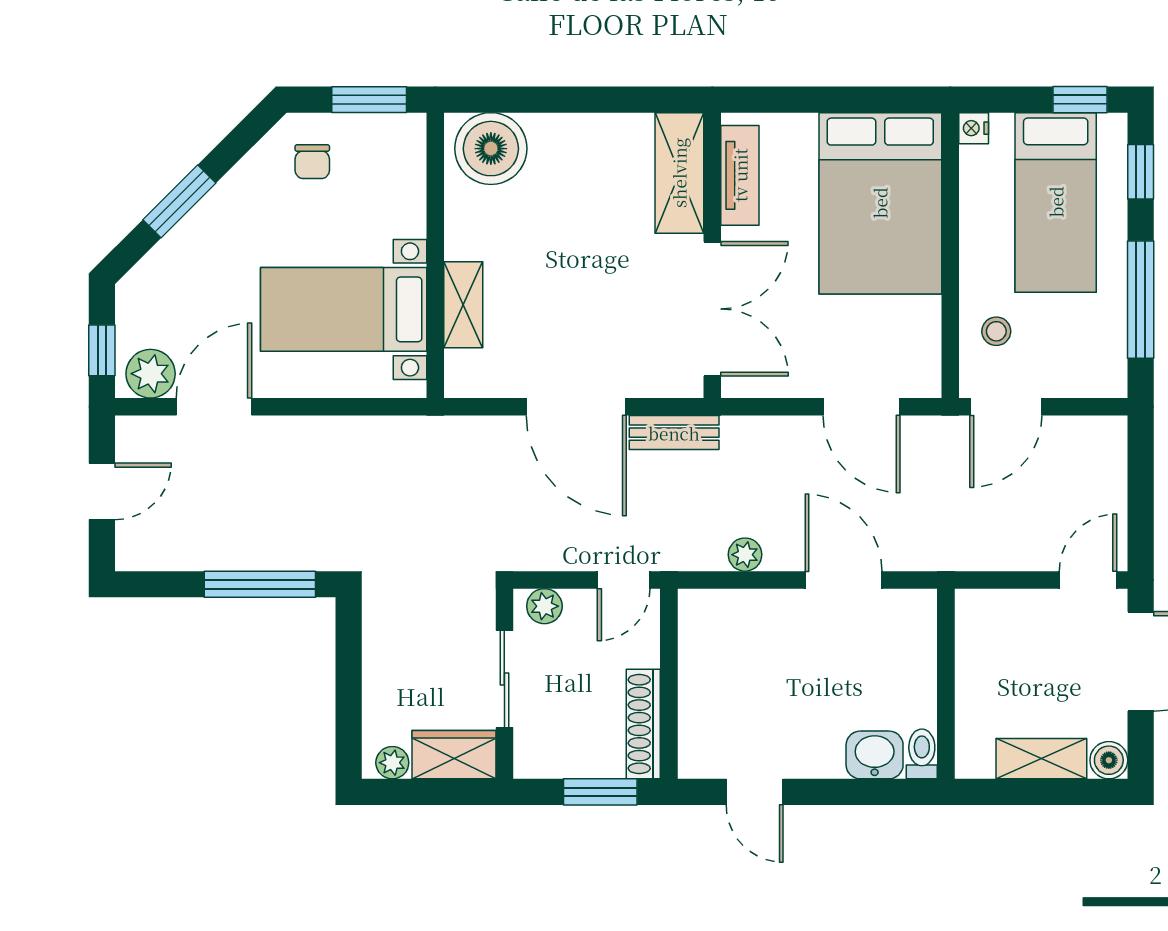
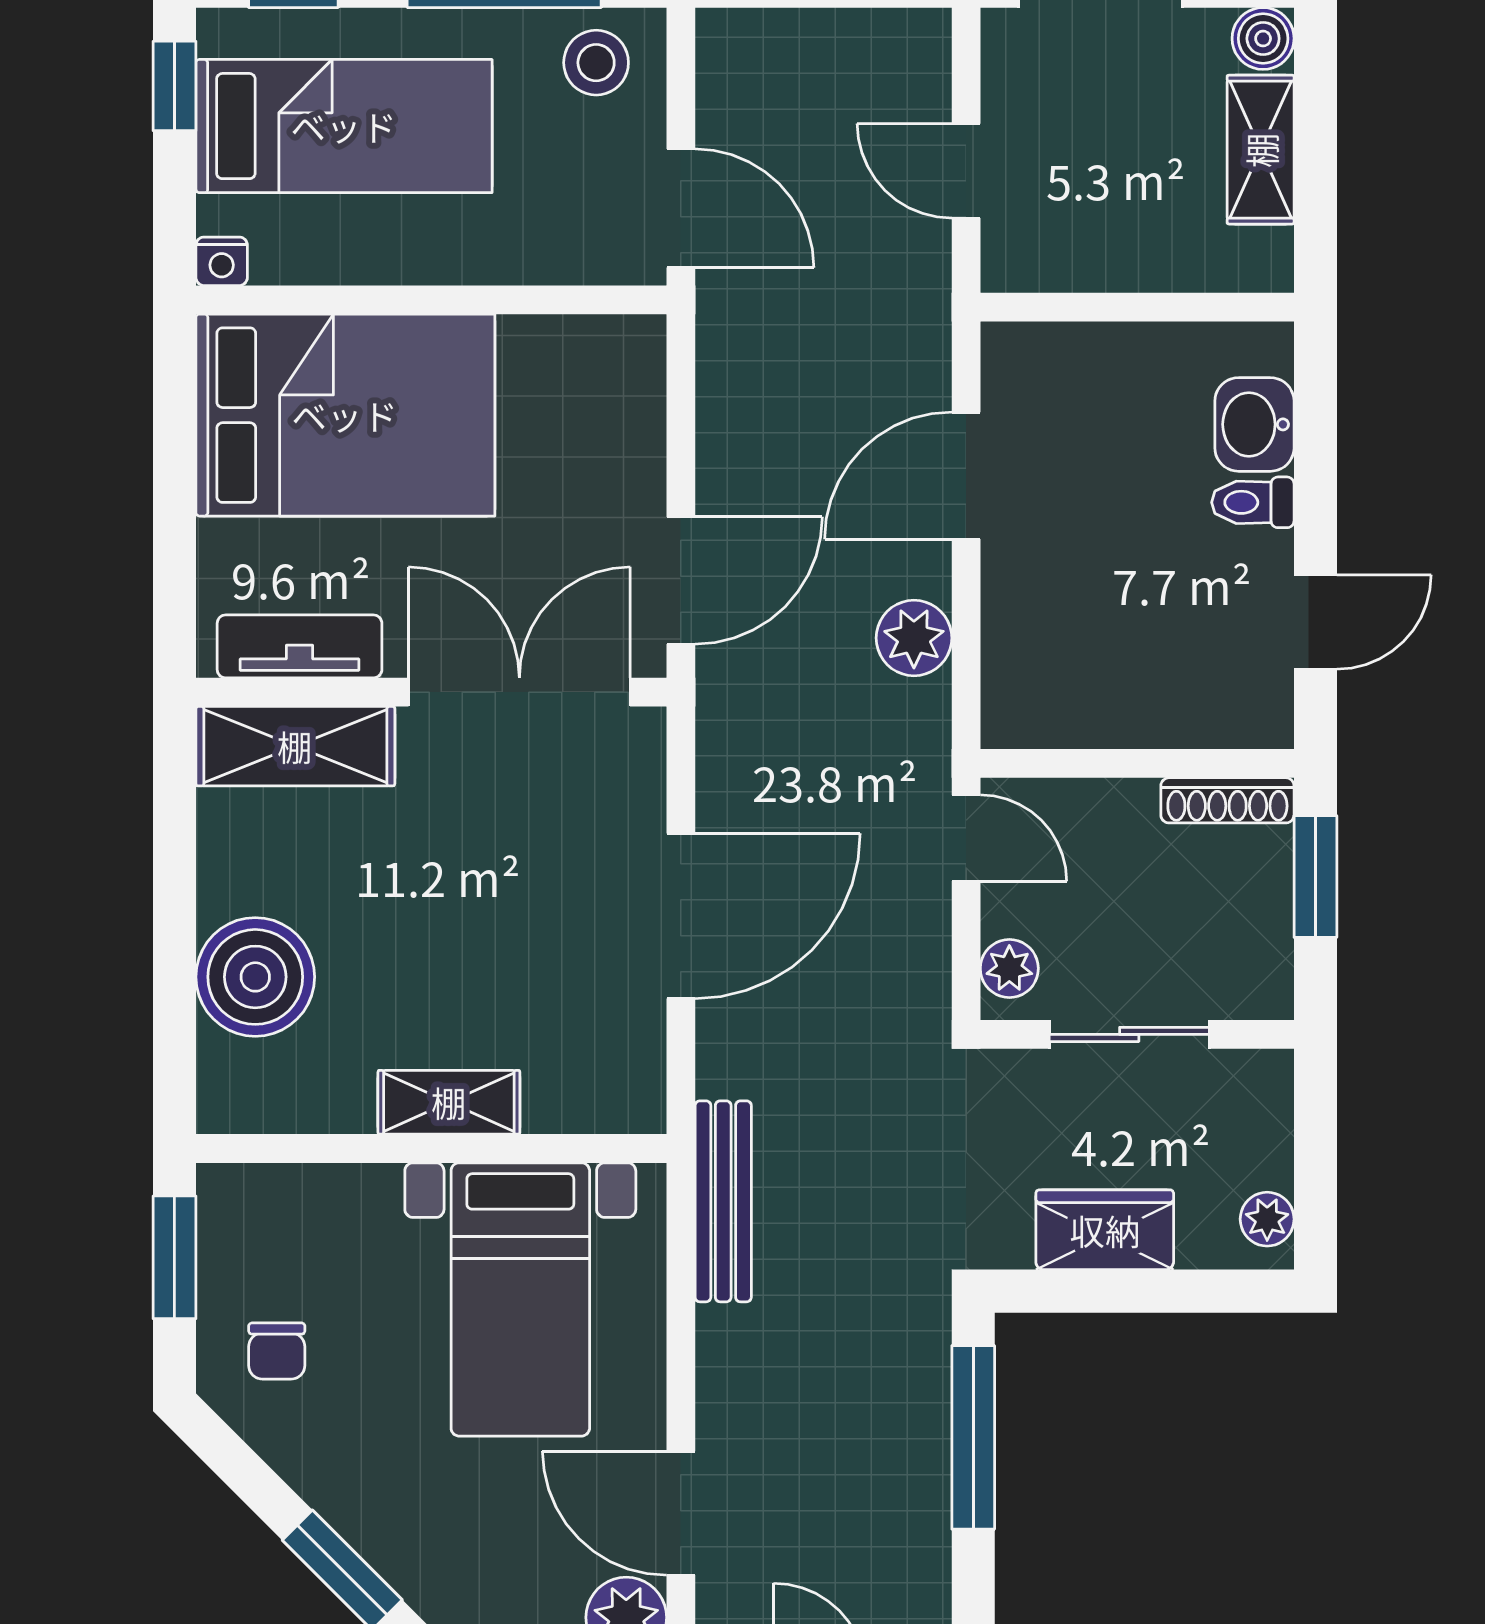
boiler: (491, 149) -> (255, 977), moved
chair: (312, 162) -> (277, 1351), turned 90
shelving: (463, 305) -> (449, 1102), moved
stool: (996, 331) -> (596, 63), moved, width x1.37, depth x1.37
door: (862, 407) -> (681, 580), moved
bench: (674, 433) -> (723, 1201), moved, width x1.36
plant: (745, 555) -> (914, 638), width x1.38, depth x1.38
door: (1088, 580) -> (966, 171), moved
shoe rack: (643, 724) -> (1227, 800), width x0.74, depth x0.81
toilet: (922, 754) -> (1253, 502), moved
wardrobe: (454, 755) -> (1105, 1230), moved, turned 90

